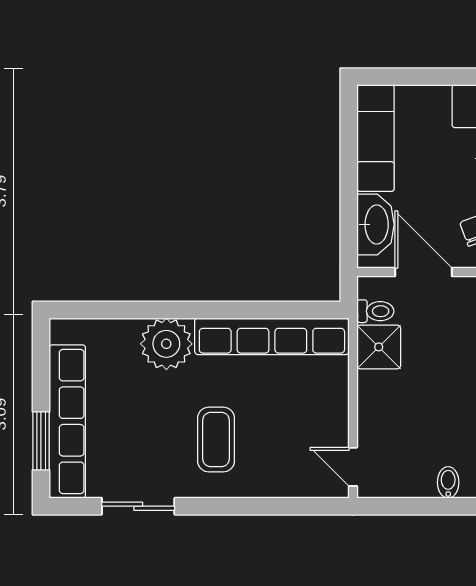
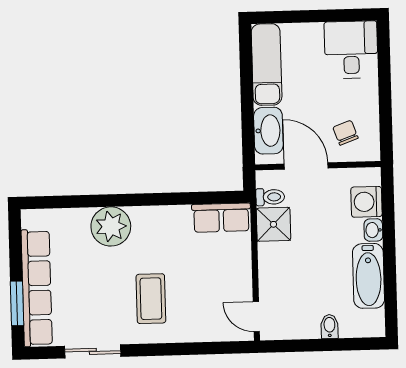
row of seats: (272, 336) -> (221, 218), width x0.50

